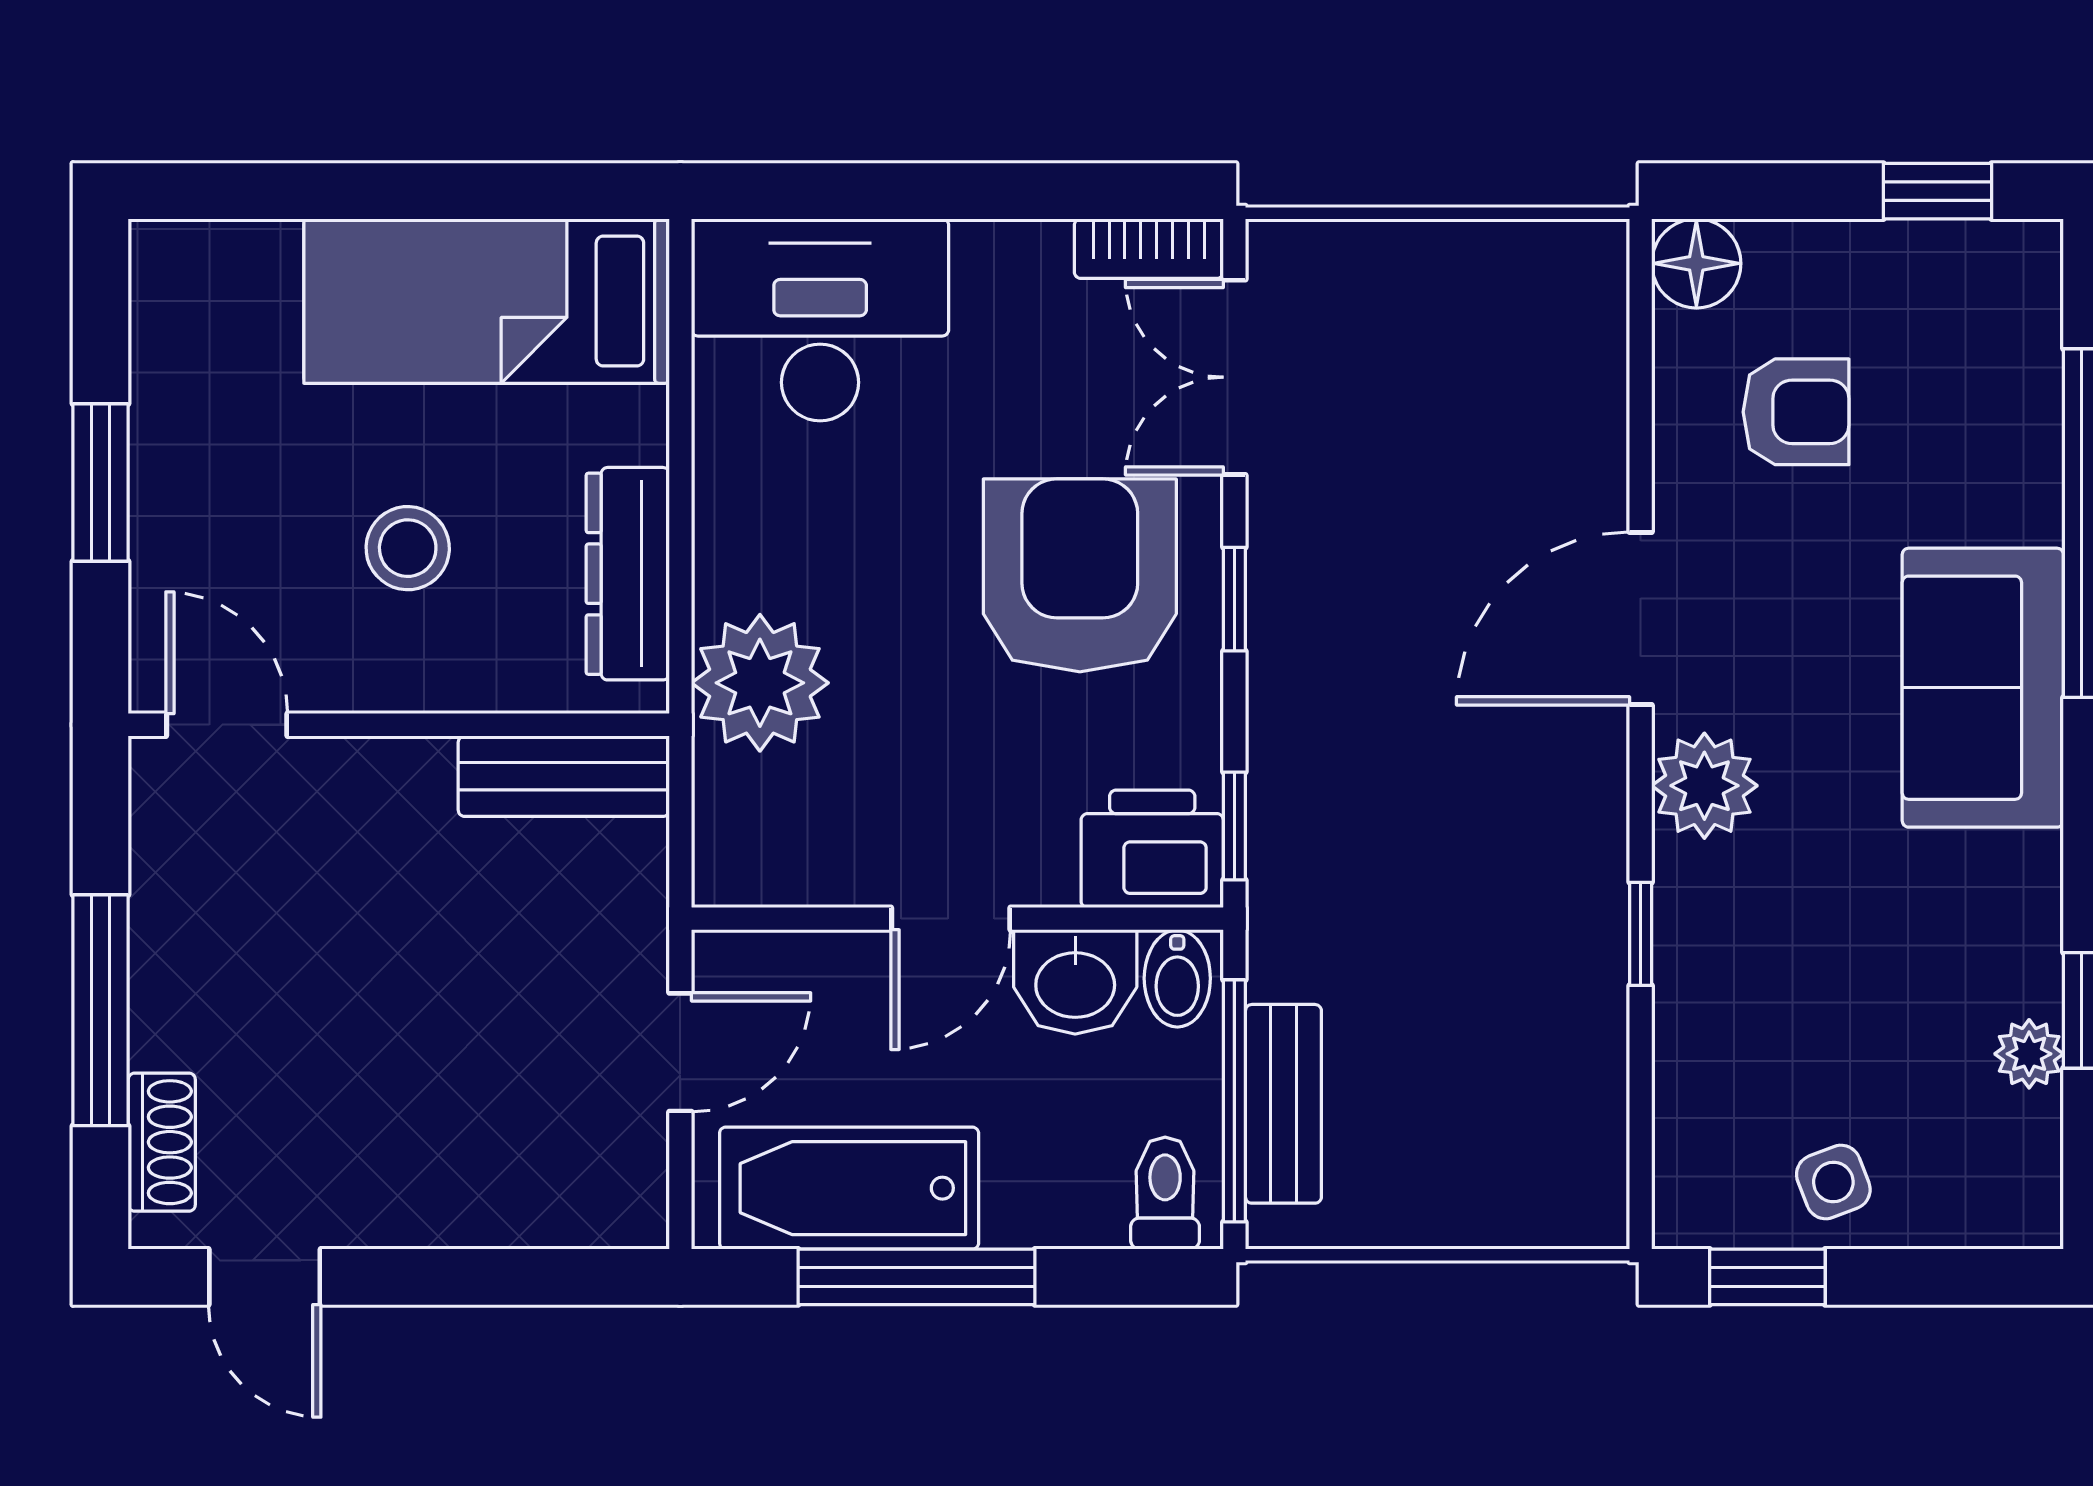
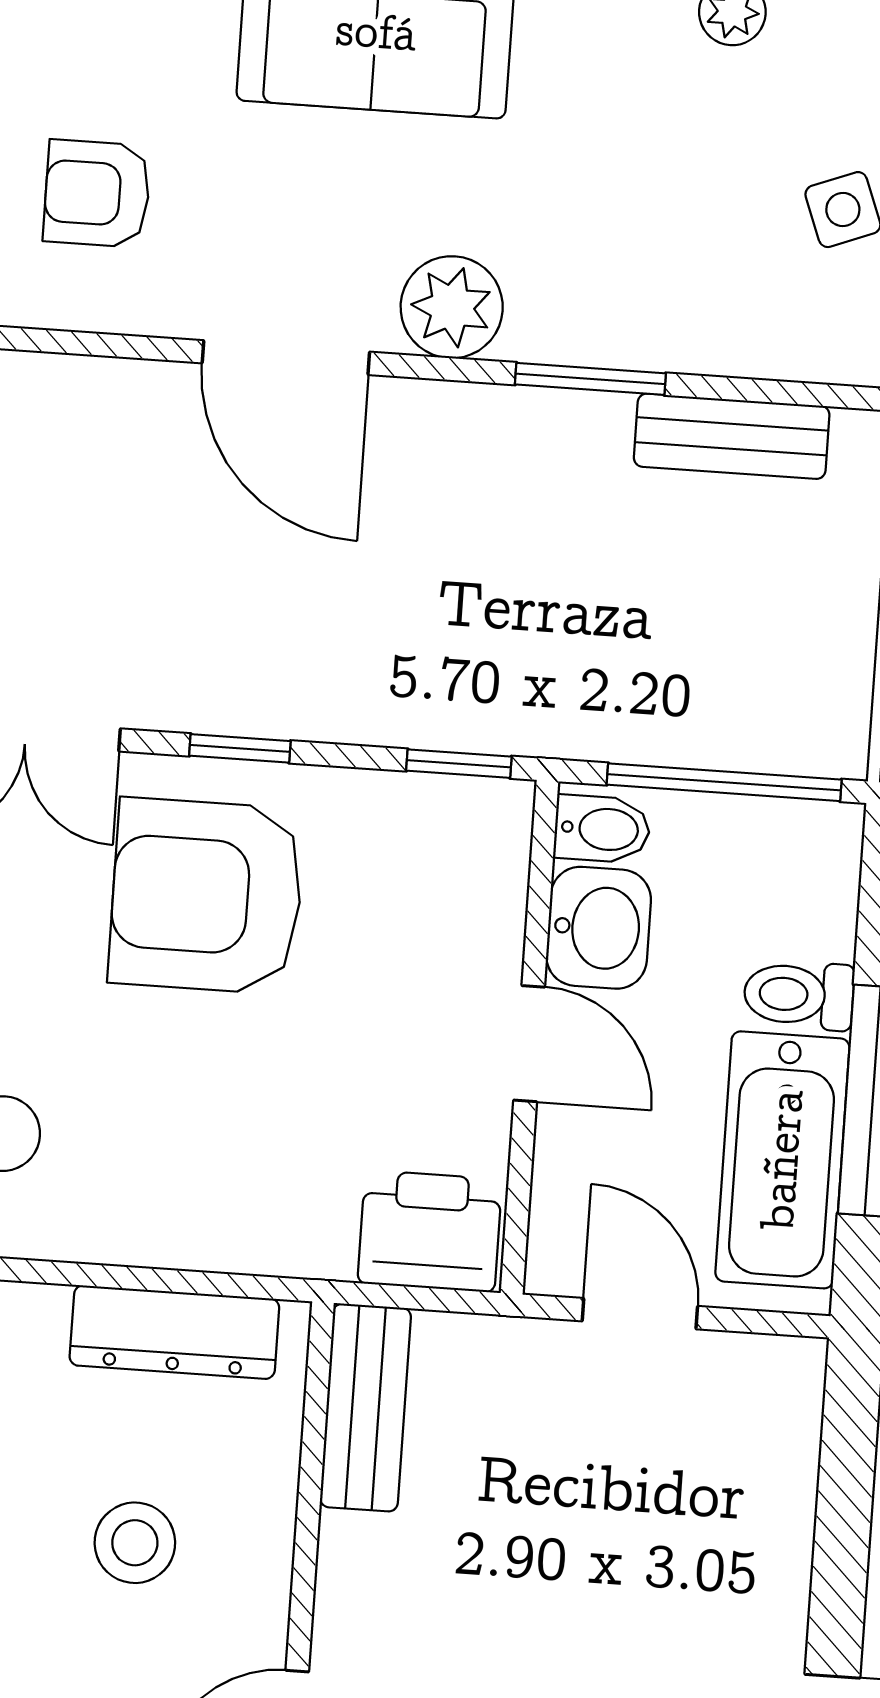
armchair: (1796, 412) -> (97, 194), turned -90
plant: (760, 683) -> (289, 1212), removed
printer: (1152, 849) -> (430, 1231), moved, turned 90
window: (1641, 934) -> (590, 379), width x1.50
bench: (1283, 1104) -> (732, 436), moved
toilet: (1165, 1193) -> (799, 995), moved

